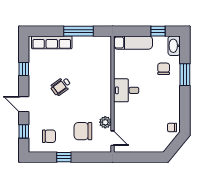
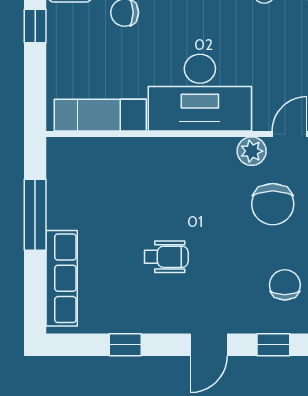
exam couch: (133, 43) -> (100, 115), moved, turned -90
wheelchair: (61, 86) -> (166, 257), turned -54
desk: (126, 90) -> (200, 93), width x1.87, depth x1.30

